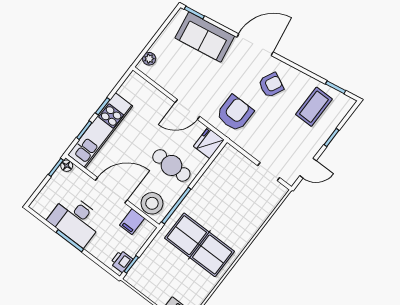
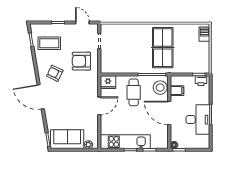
sofa: (205, 37) -> (67, 139), moved, turned -80
door: (187, 109) -> (99, 106), hinge flipped
armchair: (235, 113) -> (81, 61), moved
kitchen unit: (100, 130) -> (125, 142), moved

